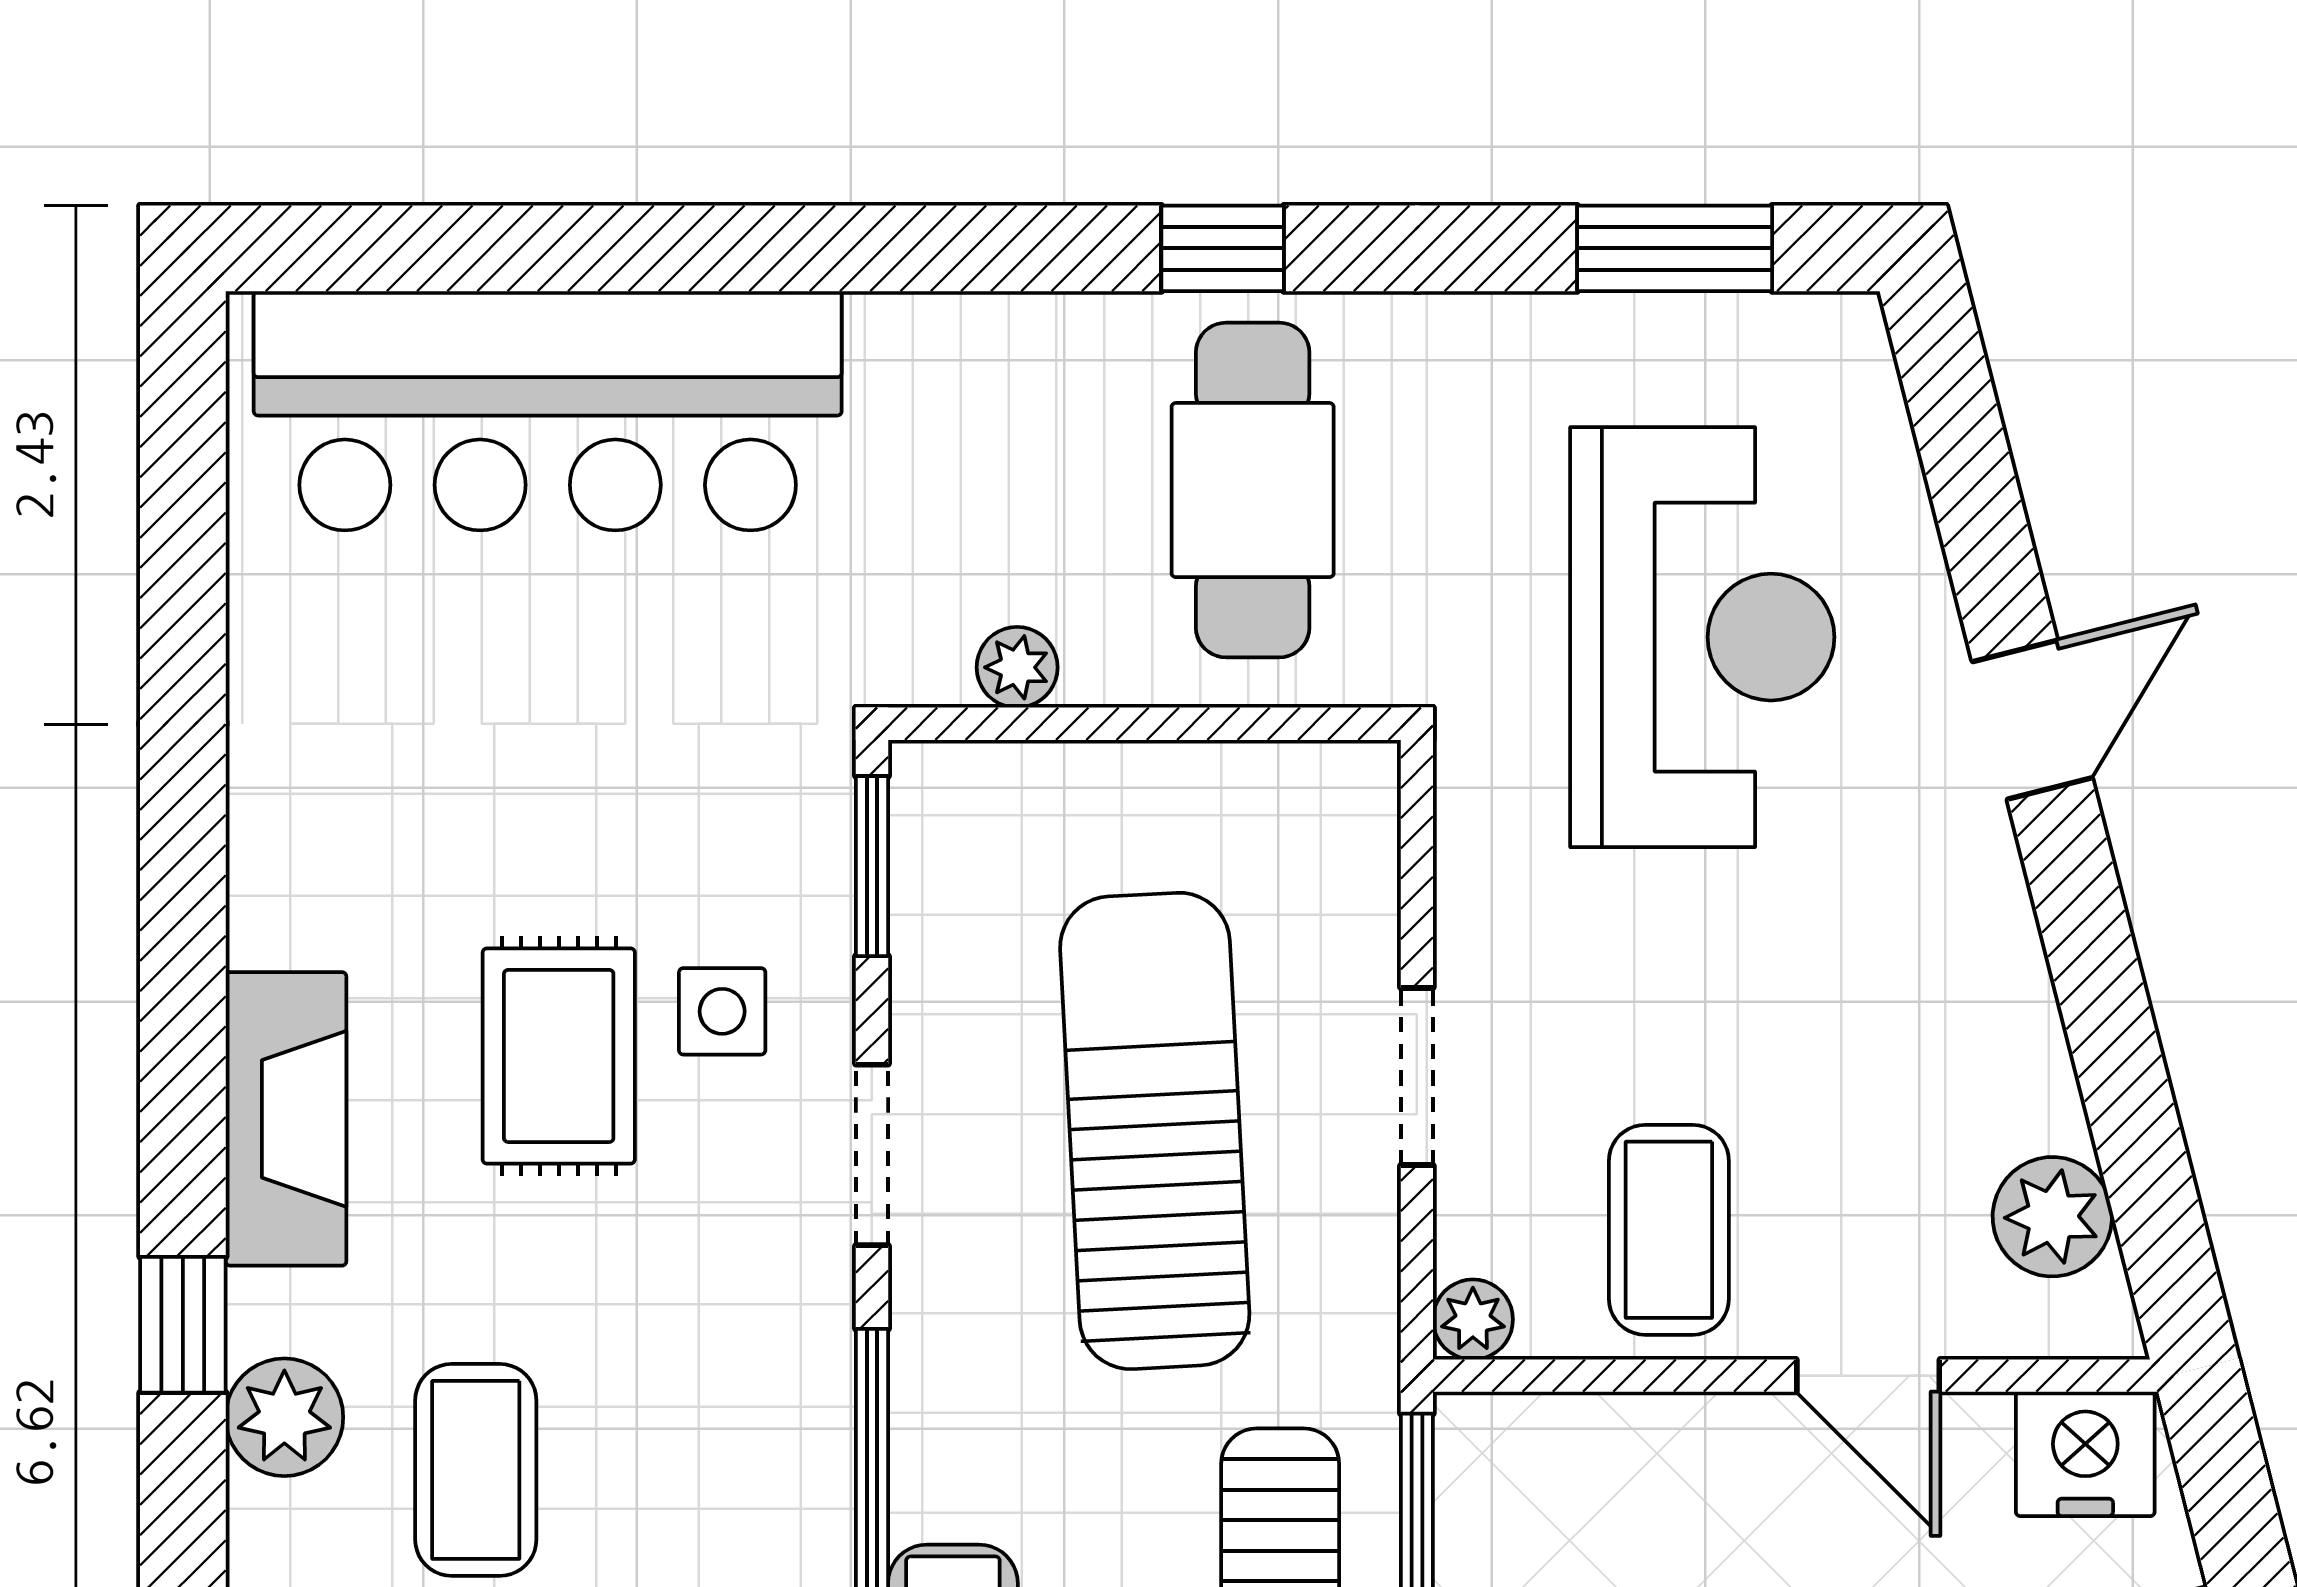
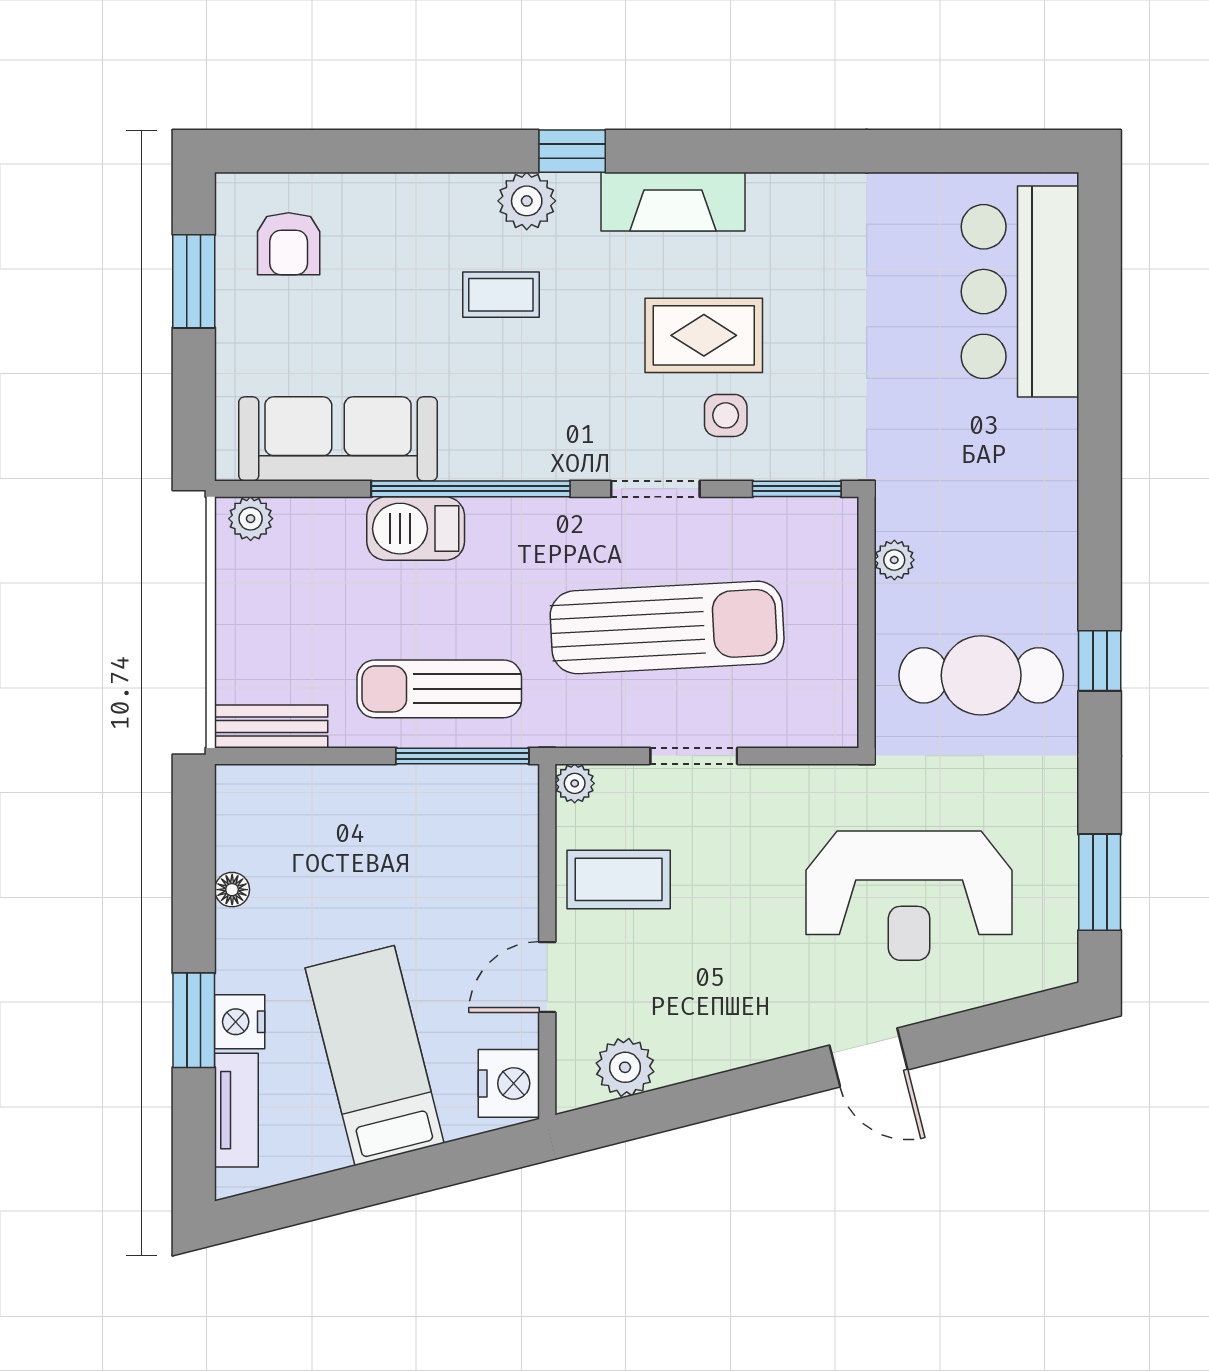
bar counter: (548, 411) -> (1020, 292), width x0.73
coffee table: (476, 1470) -> (501, 295), width x0.73, depth x0.77

